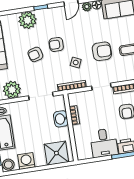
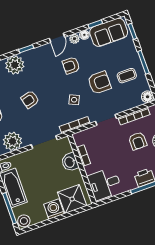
armchair: (56, 44) -> (71, 66), moved
desk: (104, 143) -> (105, 184), moved, turned 90
washing machine: (26, 161) -> (54, 209), moved

